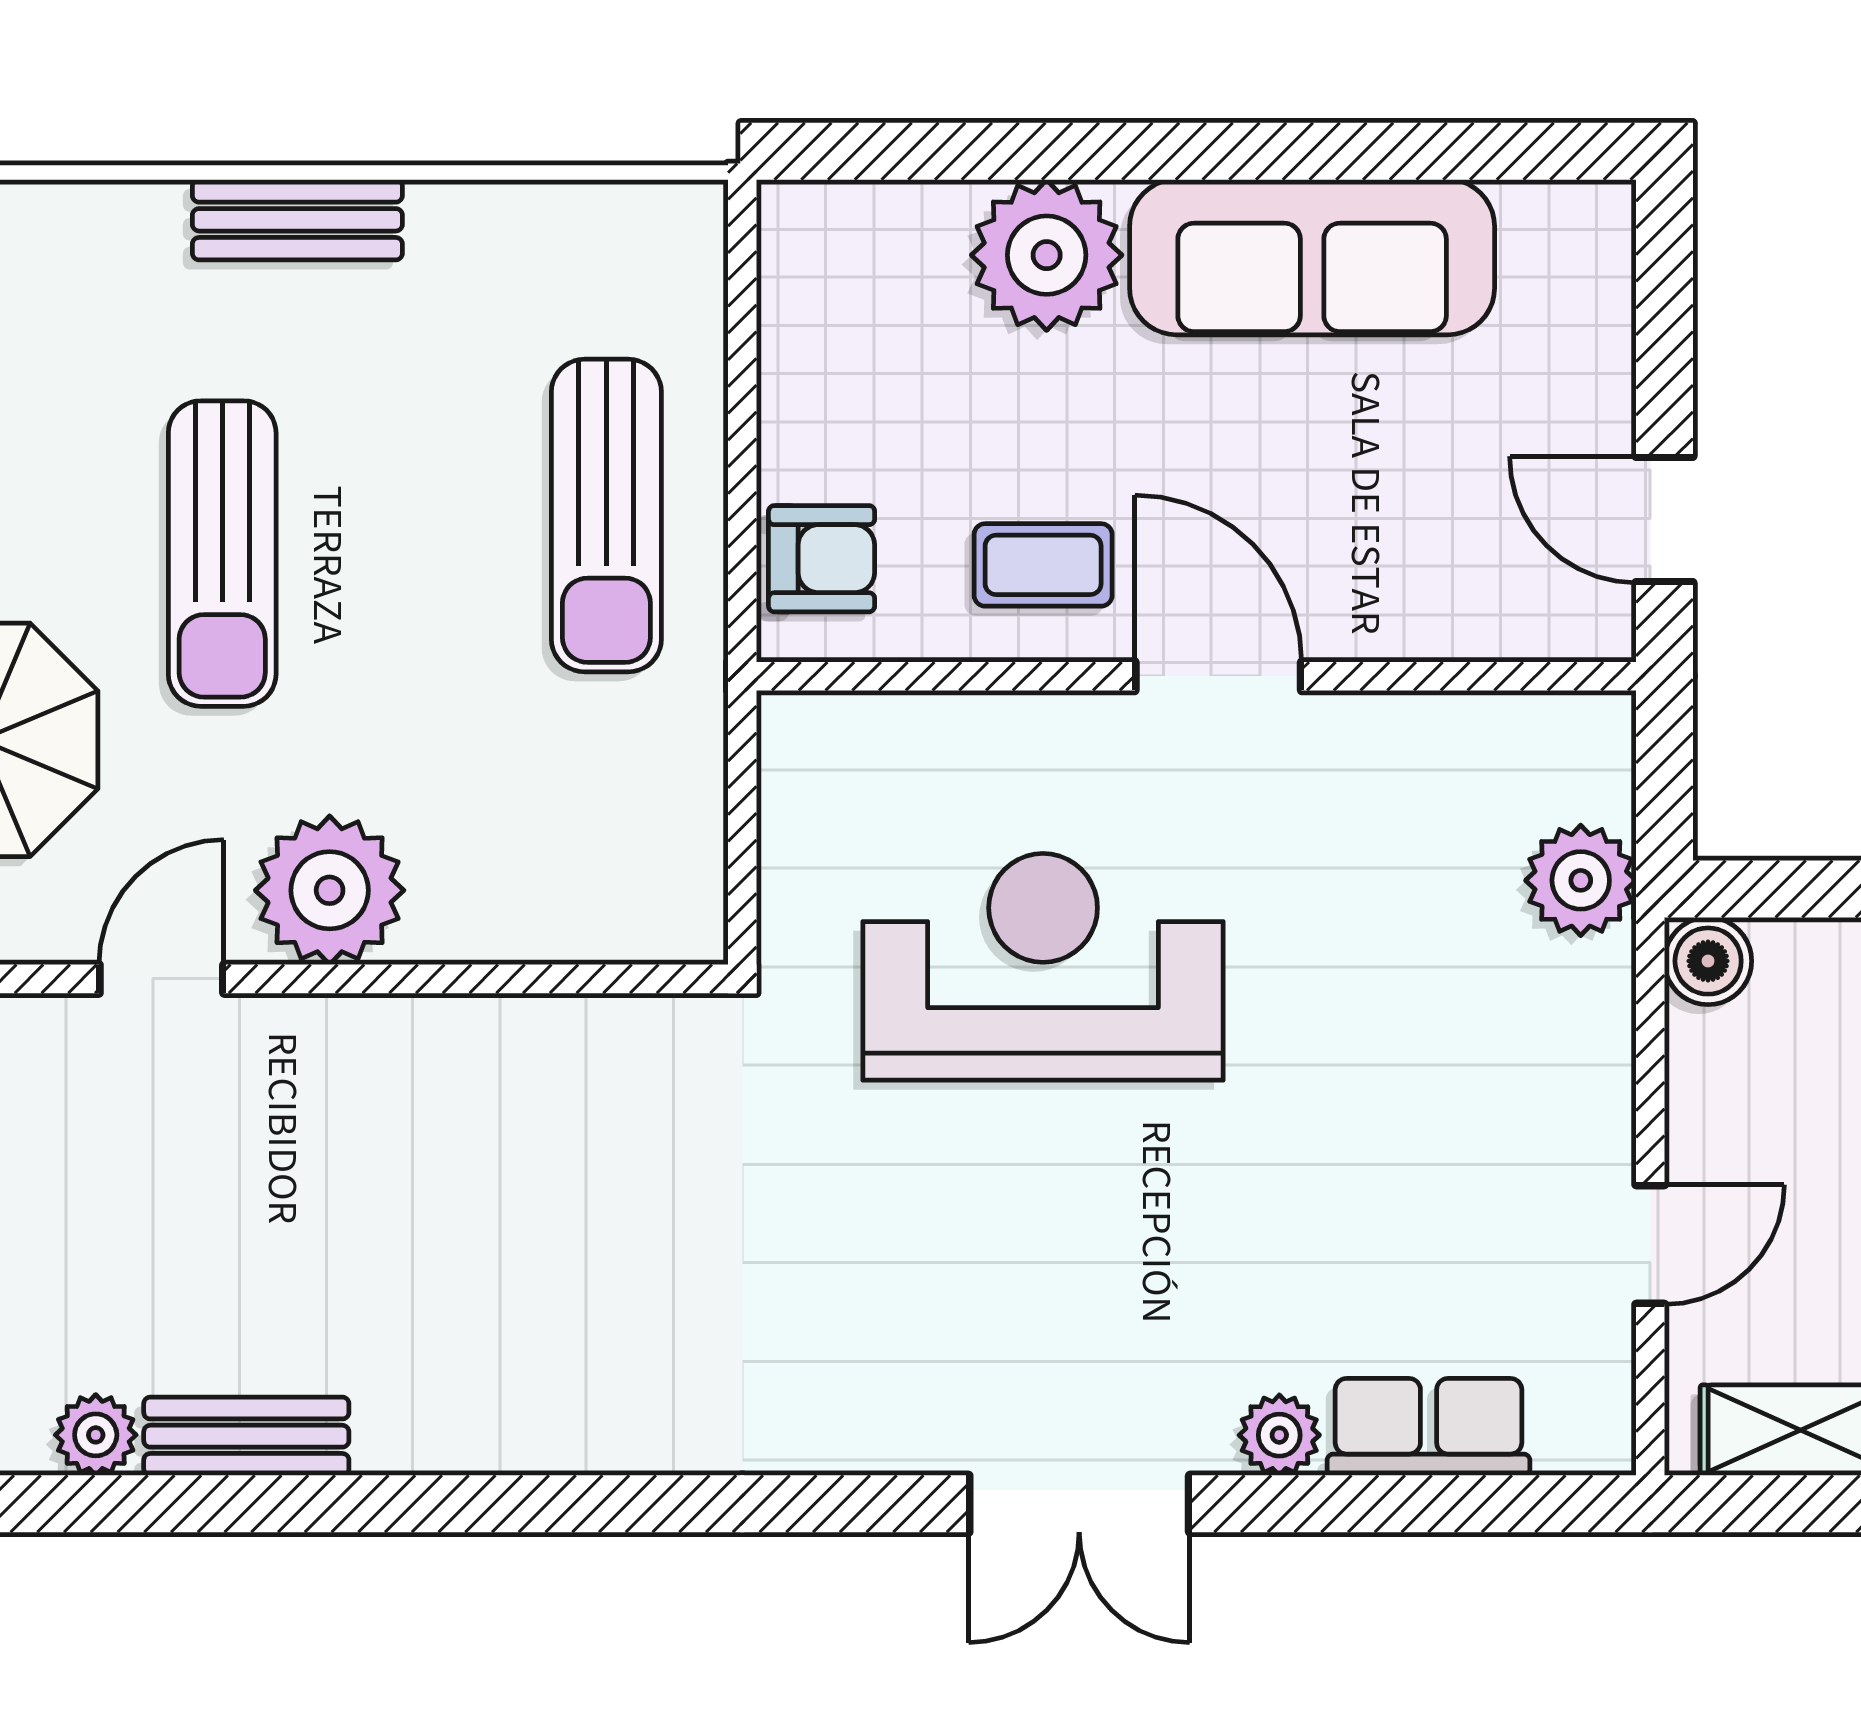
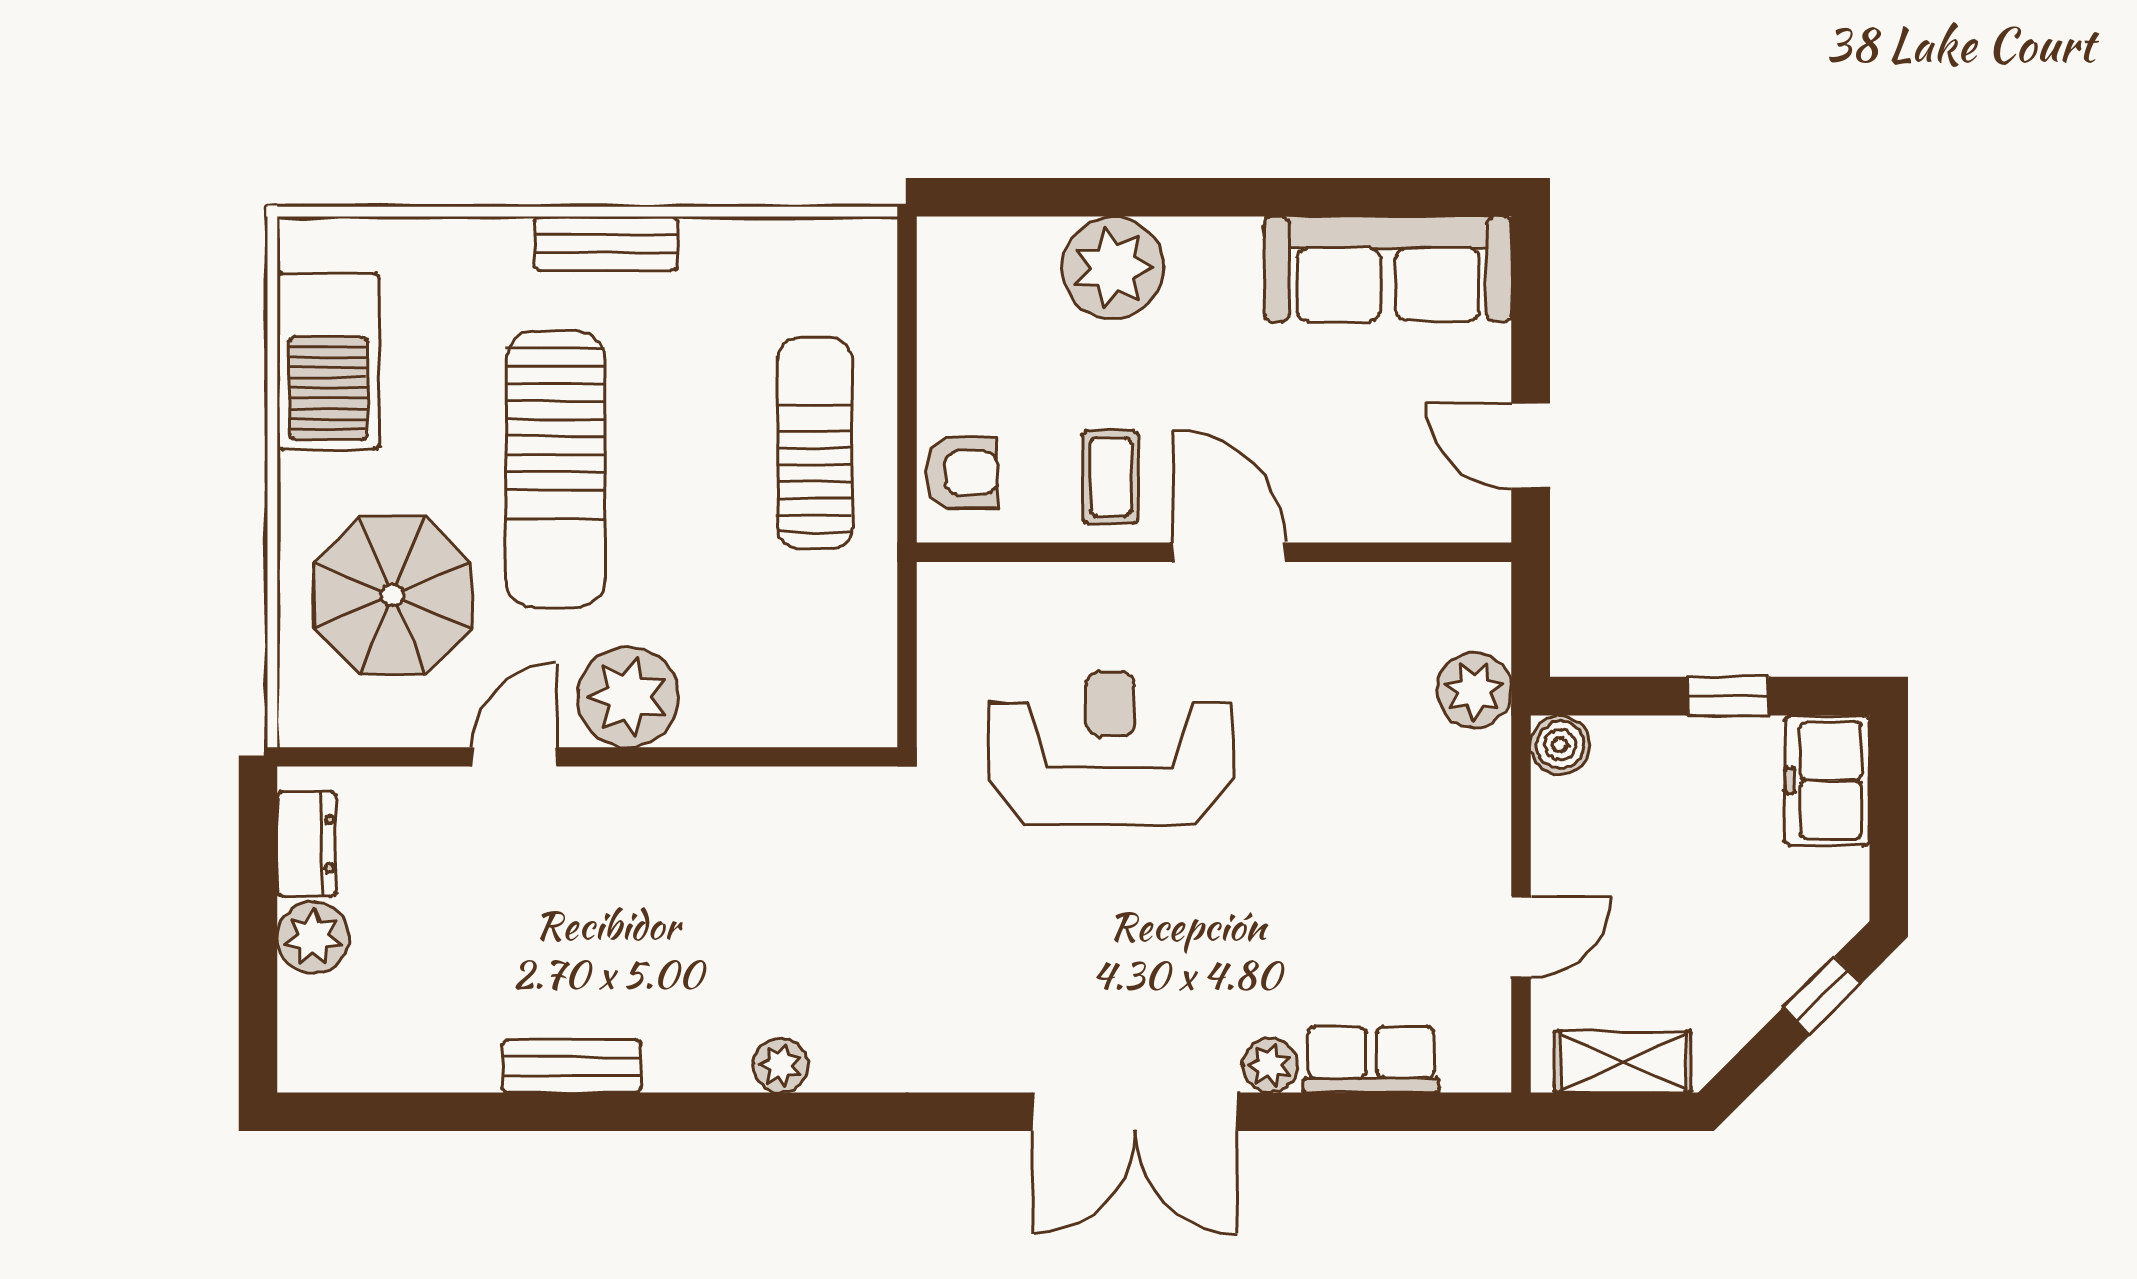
sofa: (1312, 257) -> (1388, 269), moved
sun lounger: (606, 516) -> (815, 444), turned 180
sun lounger: (222, 554) -> (555, 469), width x1.36, depth x1.34
coffee table: (1043, 565) -> (1110, 477), turned 90
plant: (96, 1435) -> (781, 1065), moved
double door: (1079, 1504) -> (1135, 1112), width x1.37

